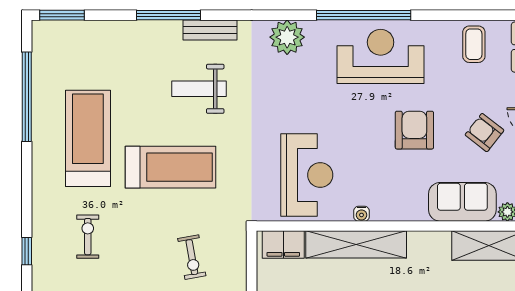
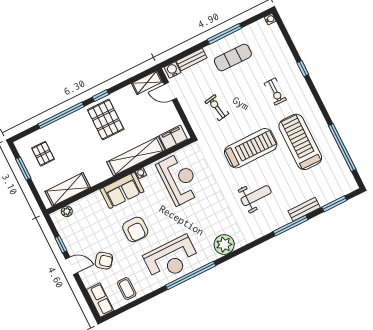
window: (62, 15) -> (334, 204), moved
bench: (210, 30) -> (304, 209), moved
armchair: (484, 133) -> (104, 261), moved
treadmill: (88, 138) -> (300, 142), turned 180
treadmill: (170, 167) -> (251, 148), turned 180
reception desk: (307, 175) -> (179, 179), turned 180
sofa: (462, 202) -> (122, 190), moved

